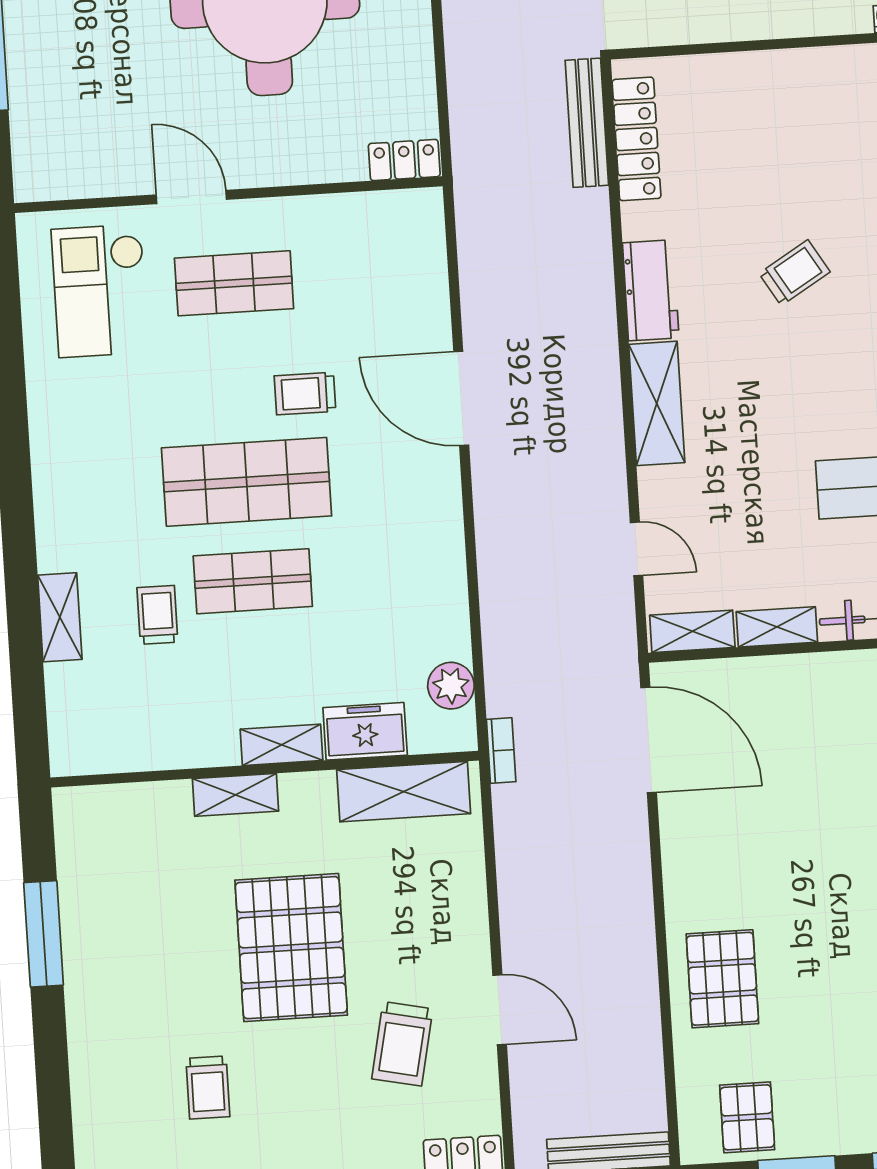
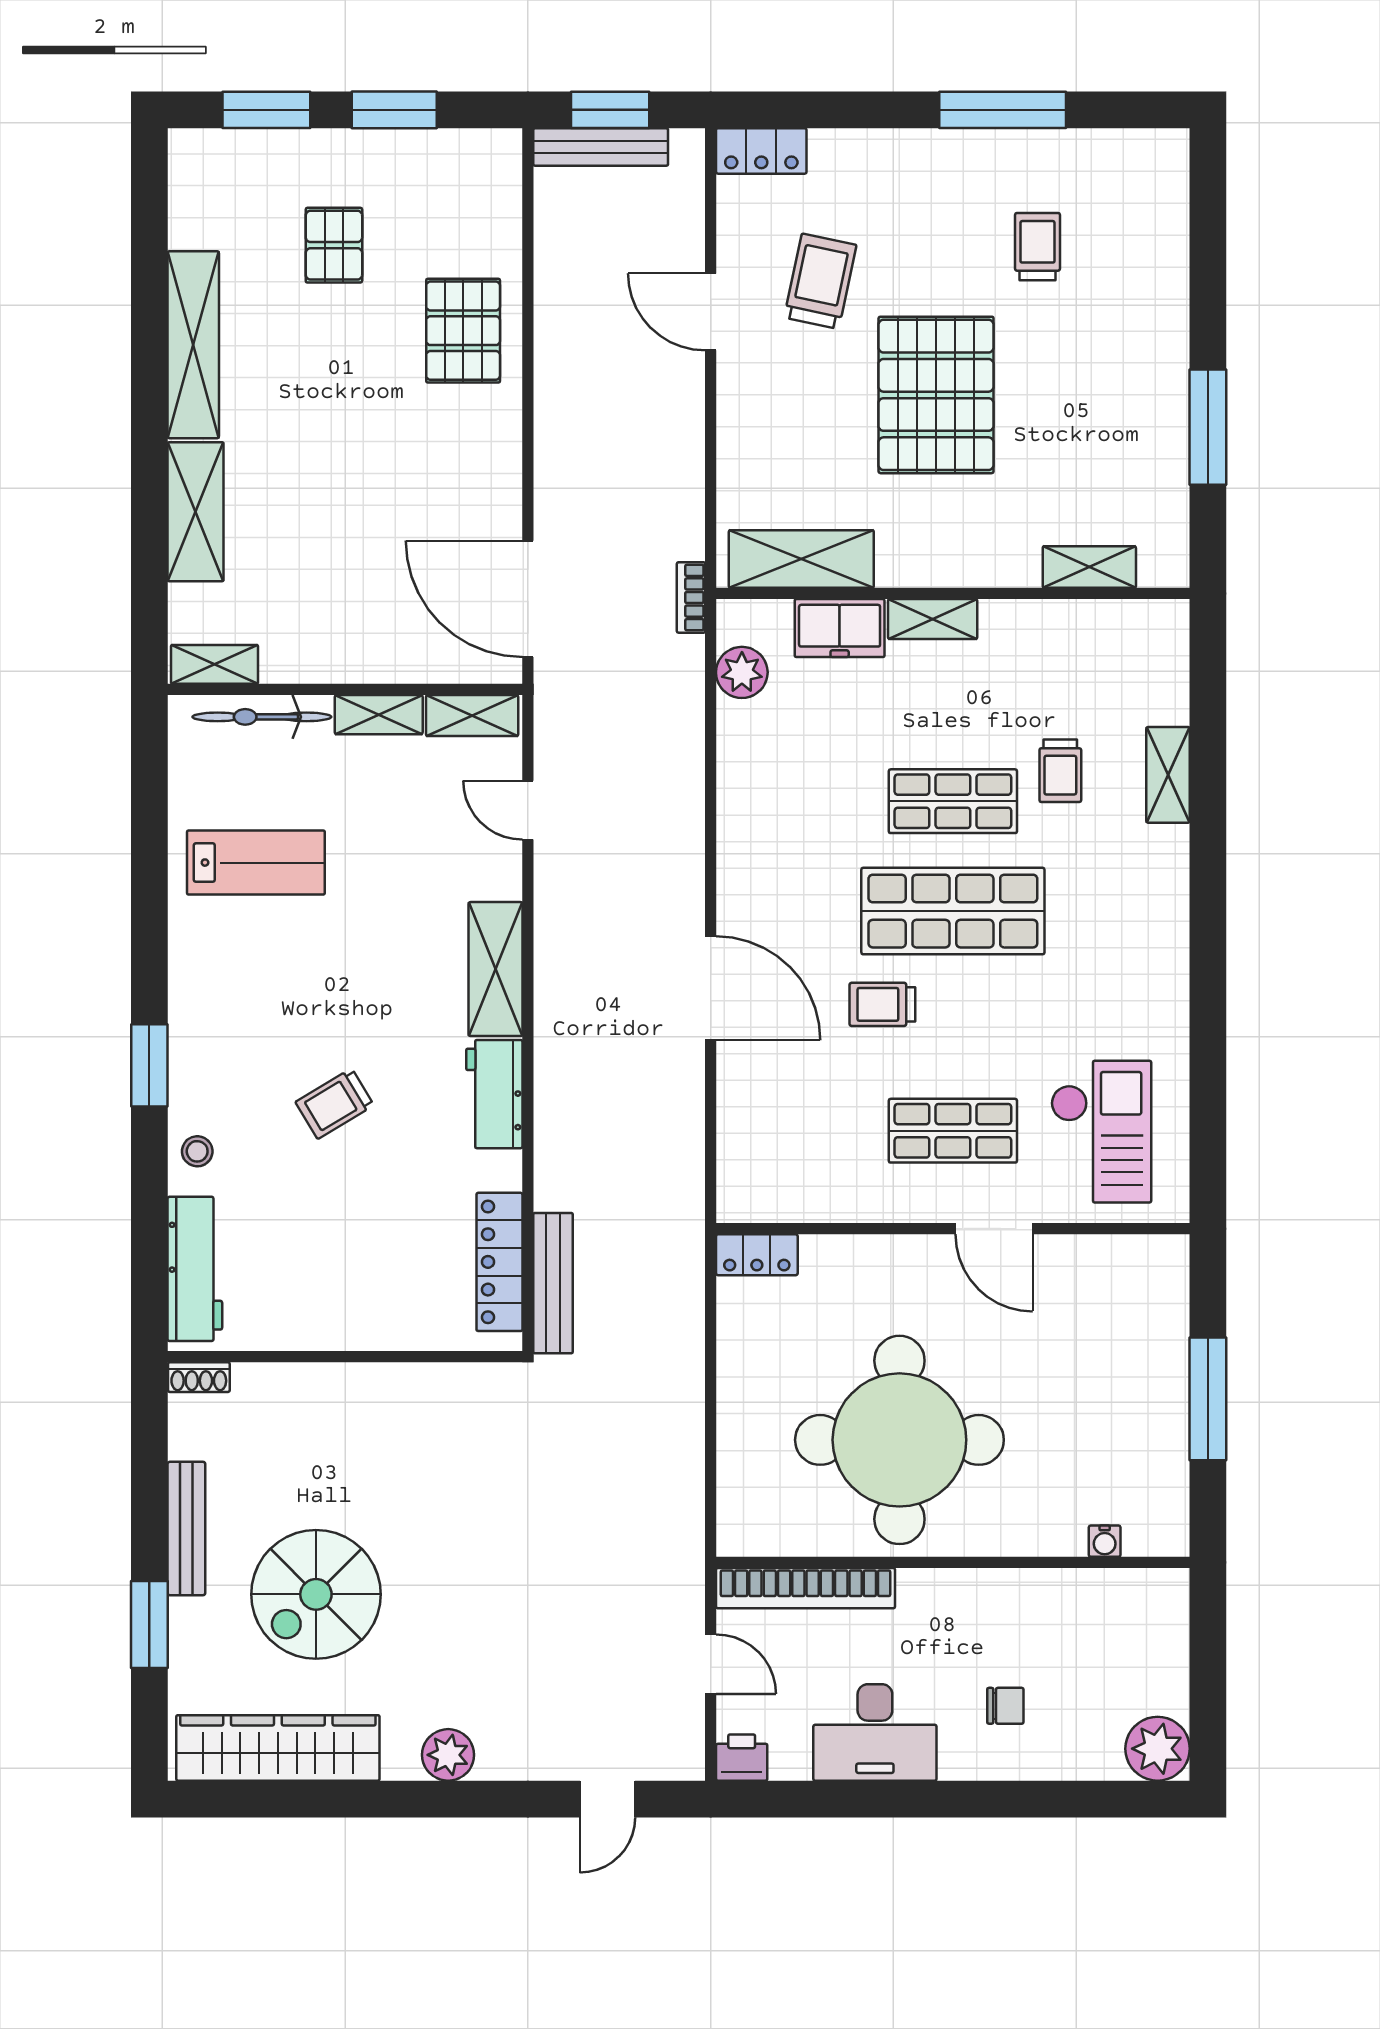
trolley: (305, 394) -> (882, 1004), turned 180
shelving: (235, 795) -> (1089, 567), moved
pallet: (747, 1117) -> (334, 245), moved

